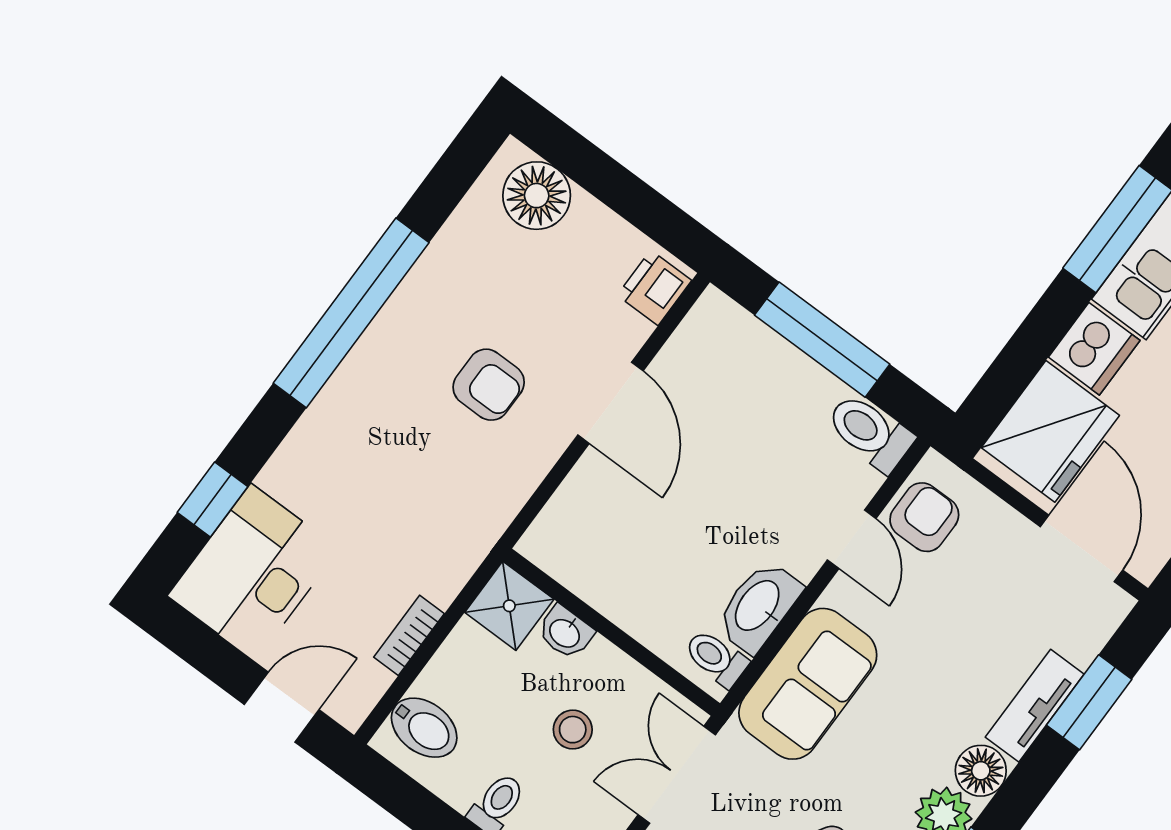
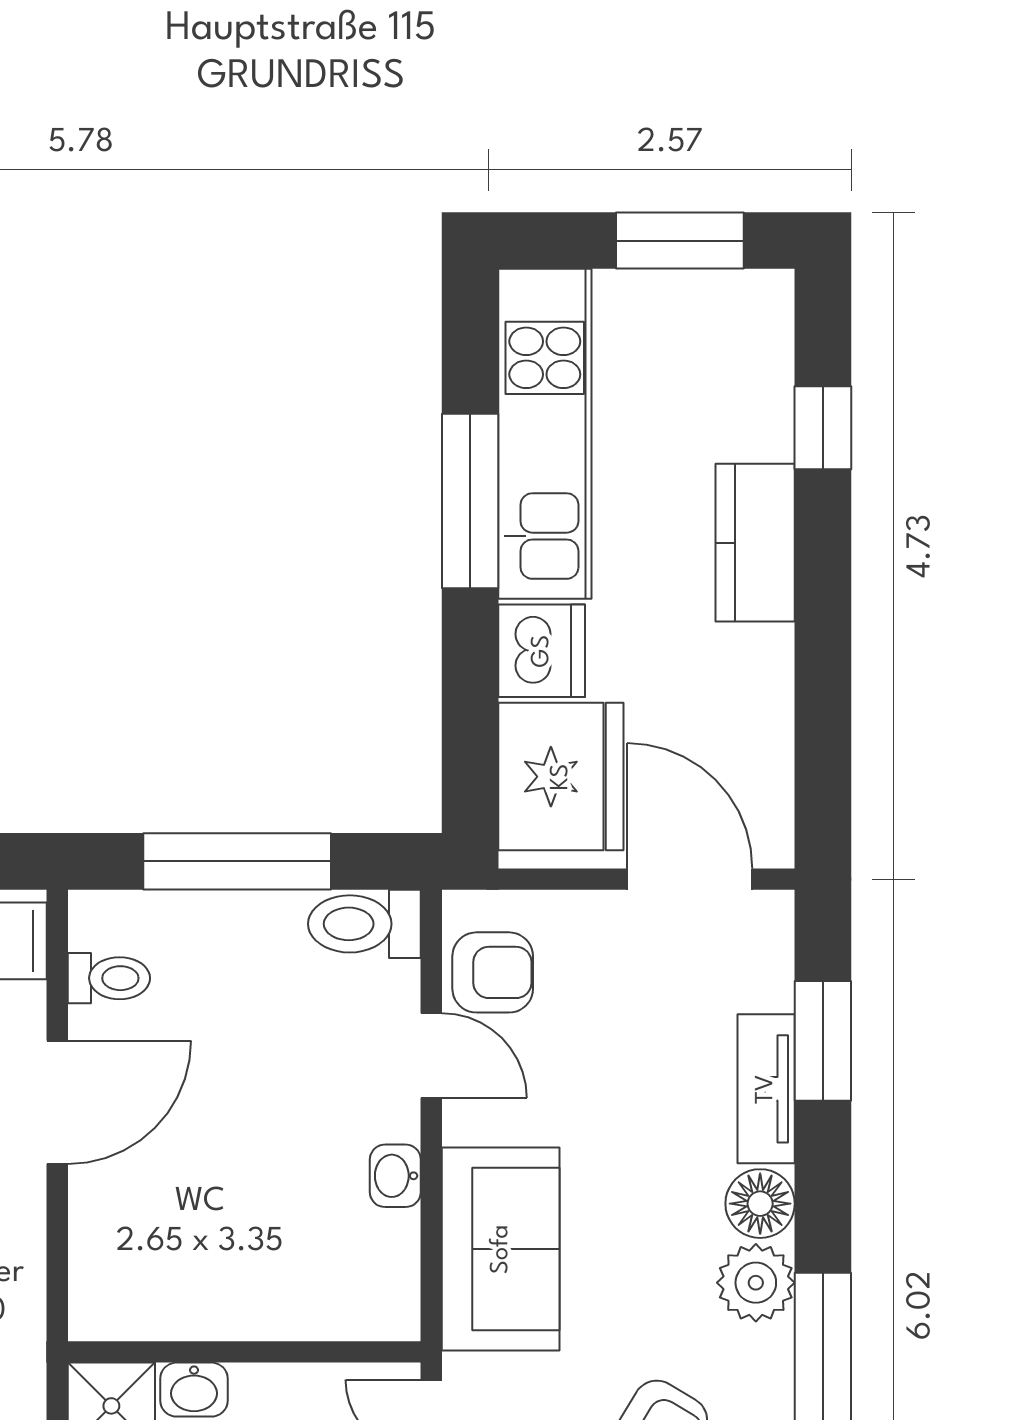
door: (610, 403) -> (57, 1102), hinge flipped
armchair: (924, 517) -> (493, 972), turned 90
washbasin: (758, 606) -> (395, 1176), width x0.52, depth x0.69
toilet: (716, 658) -> (109, 978), moved, turned 180

